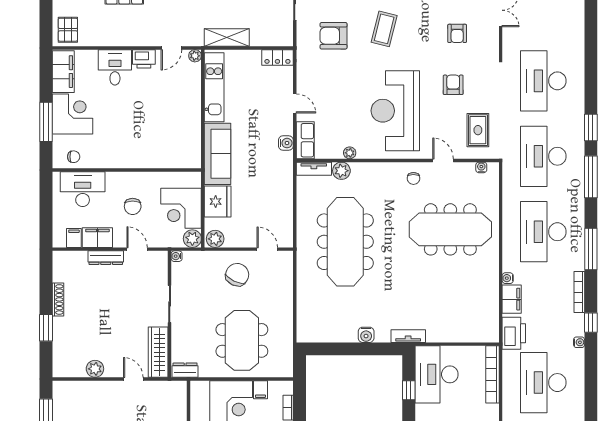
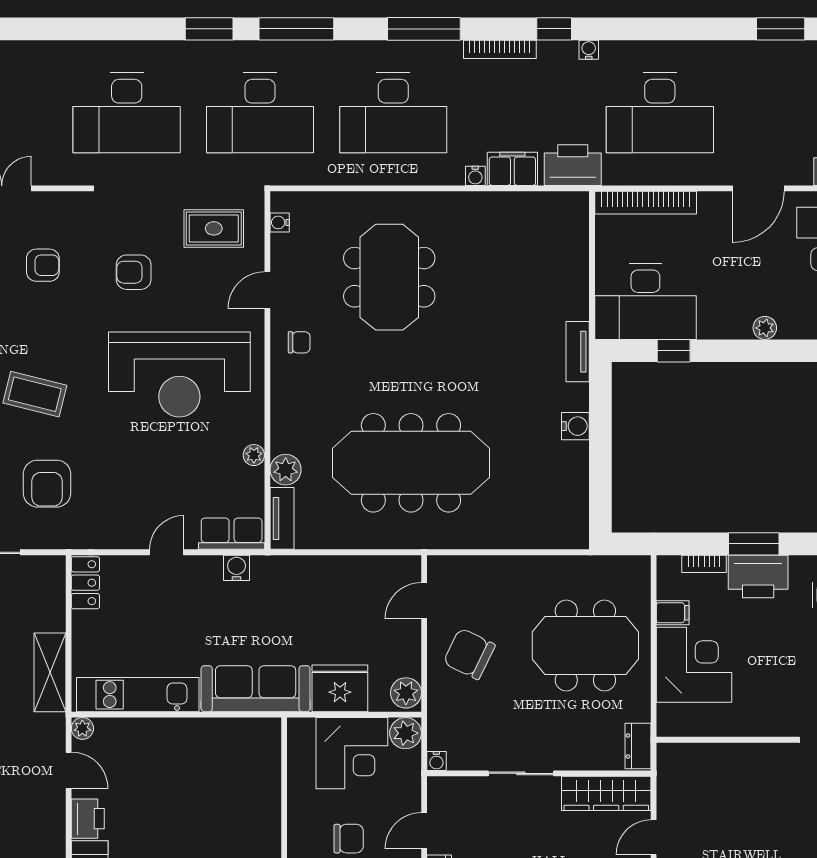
meeting table: (450, 229) -> (389, 277), width x0.73

